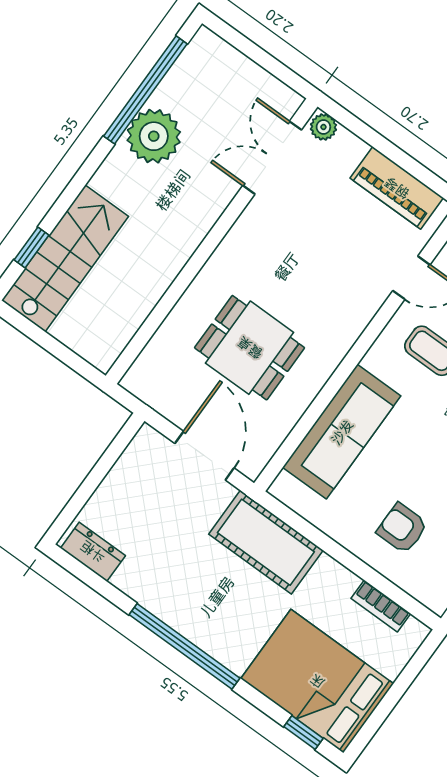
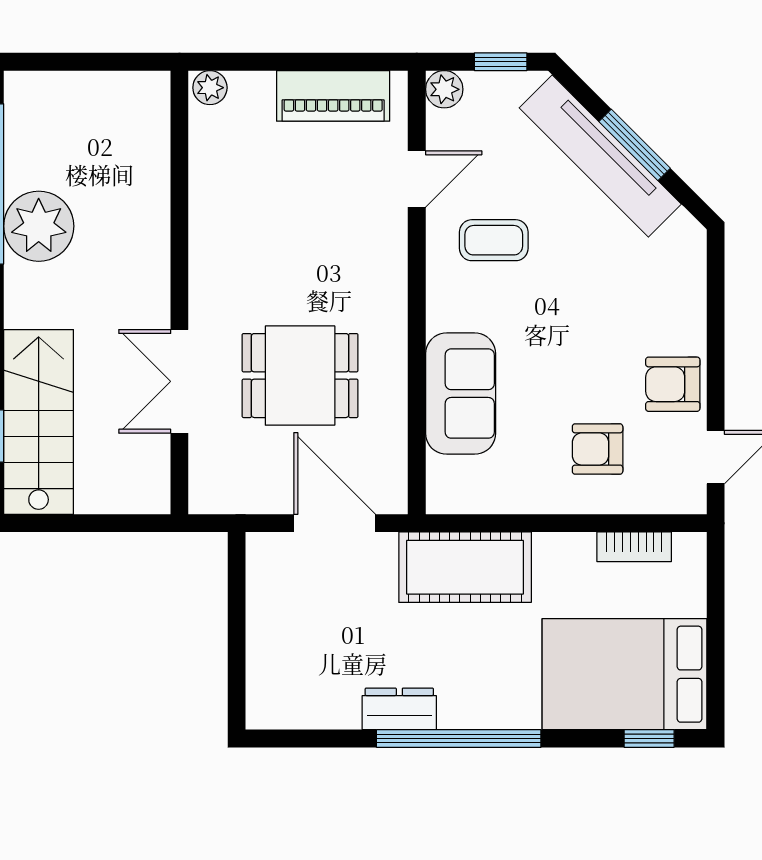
double door: (272, 158) -> (179, 381), moved
sofa: (342, 432) -> (461, 394), width x0.73
dresser: (93, 552) -> (399, 709), moved

